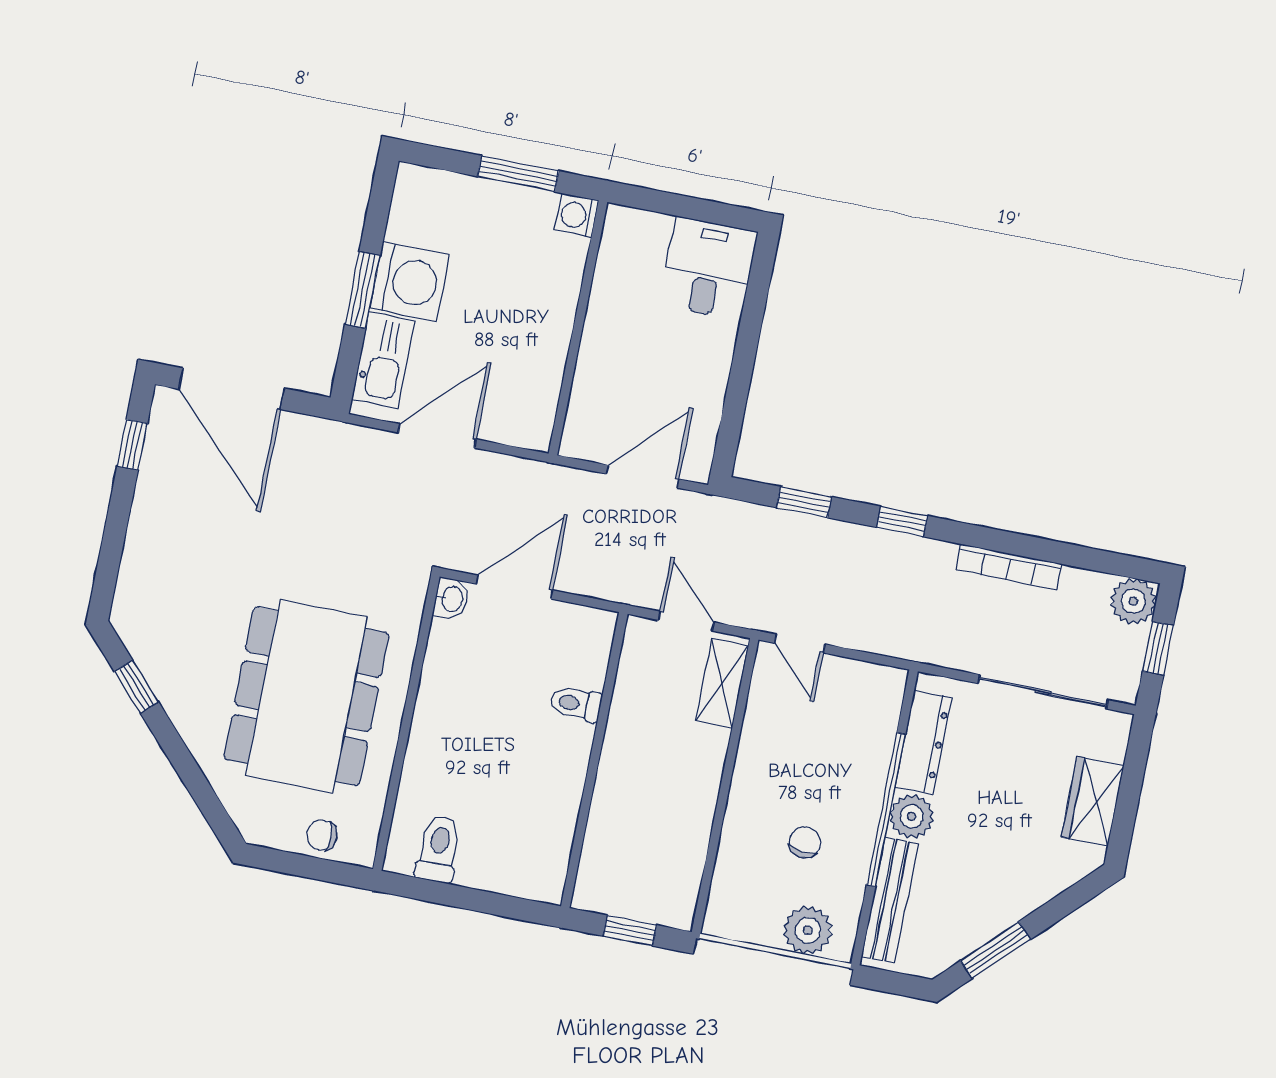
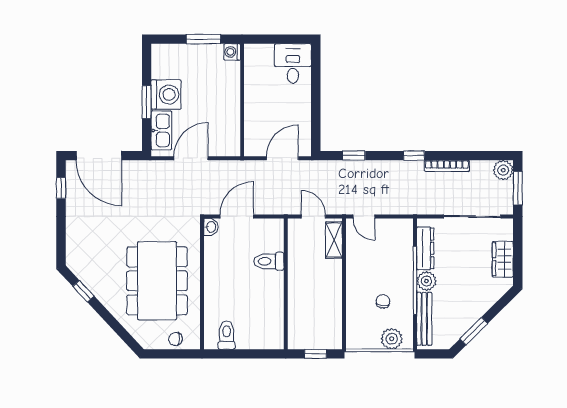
window: (902, 522) -> (414, 156), moved
window: (1158, 648) -> (518, 188), width x1.50
toilet: (576, 704) -> (269, 261), width x1.37, depth x1.39

